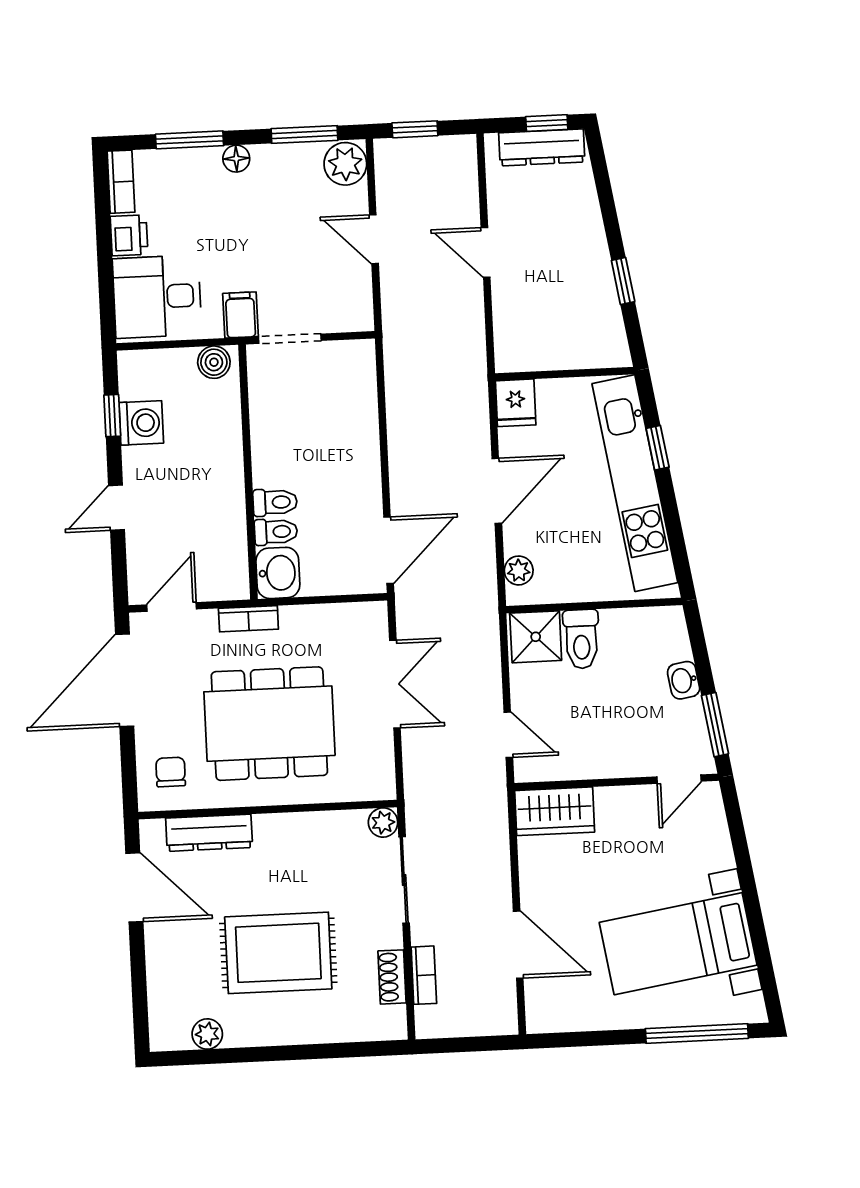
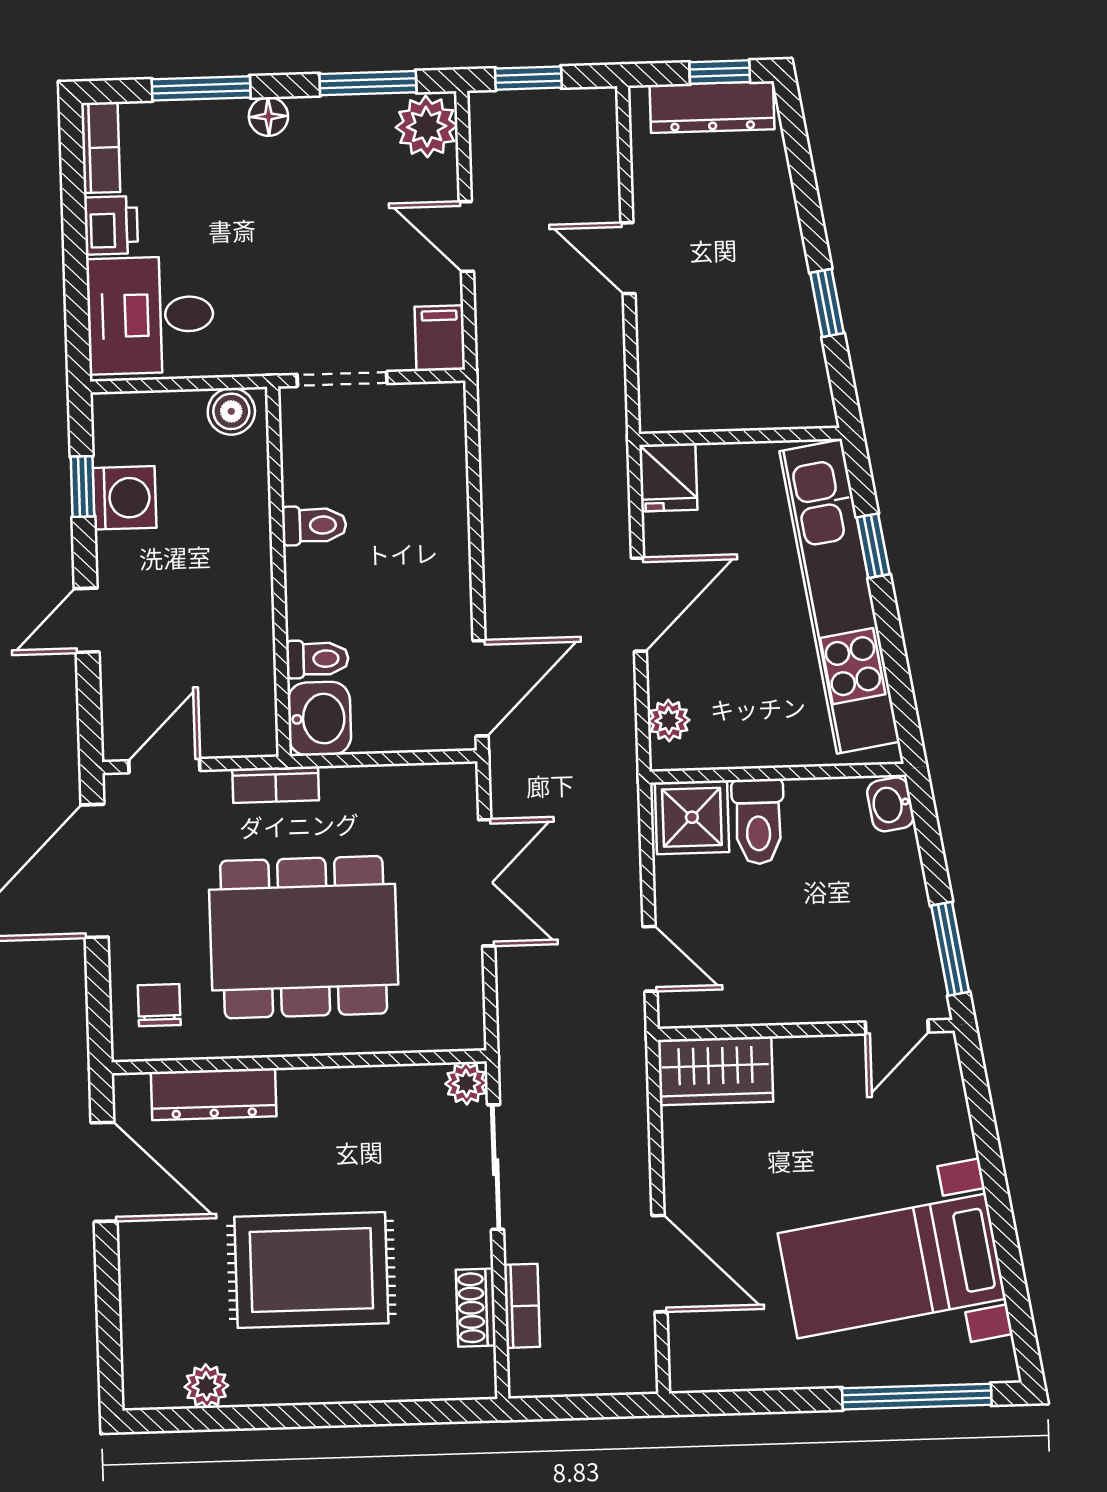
filing cabinet: (241, 315) -> (440, 338), moved
toilet: (275, 502) -> (314, 525), moved
washbasin: (684, 680) -> (890, 804), moved

